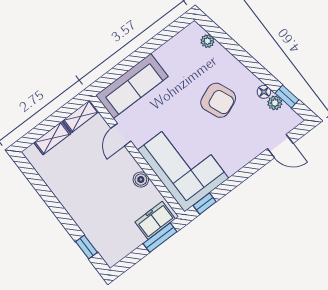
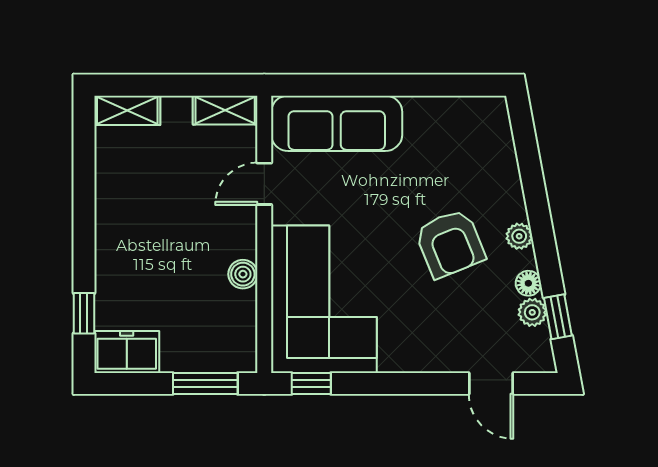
plant: (207, 41) -> (519, 236), moved
shelving: (52, 138) -> (127, 110), moved
freezer: (155, 220) -> (127, 352), moved

